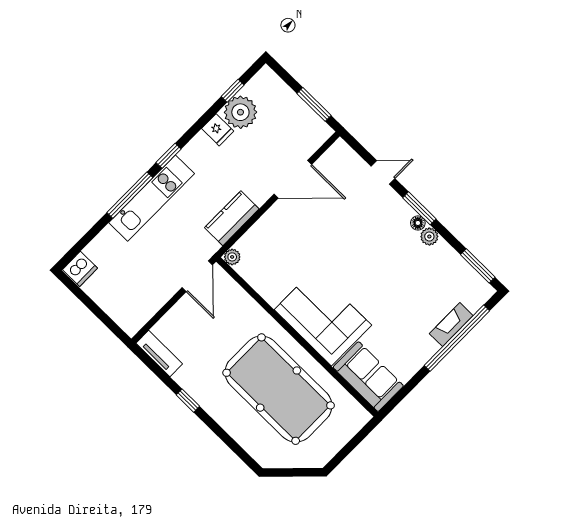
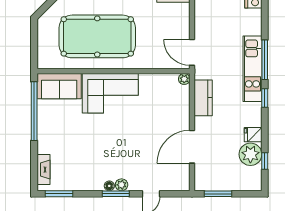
plant: (429, 237) -> (122, 185), moved
fireplace: (451, 325) -> (44, 170), moved
window: (457, 338) -> (34, 111), moved

